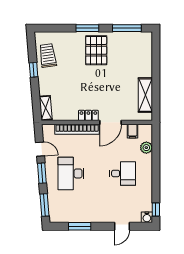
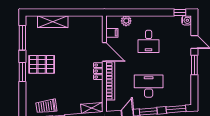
shelving: (145, 95) -> (53, 22), moved
desk: (71, 173) -> (149, 86), turned 180
desk: (123, 173) -> (149, 41), turned 180
window: (80, 226) -> (194, 65), moved

